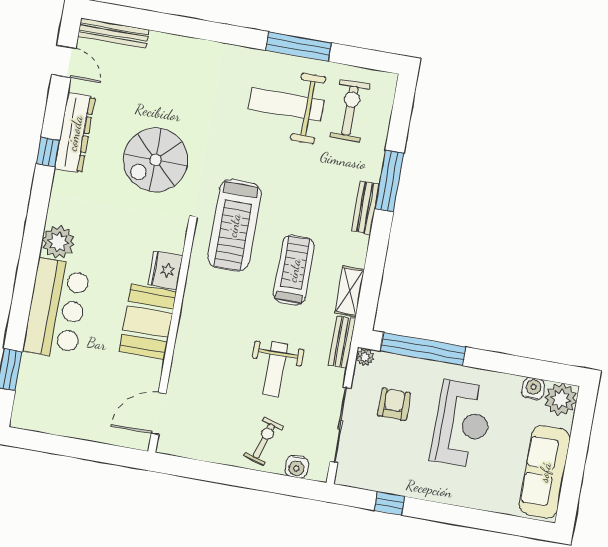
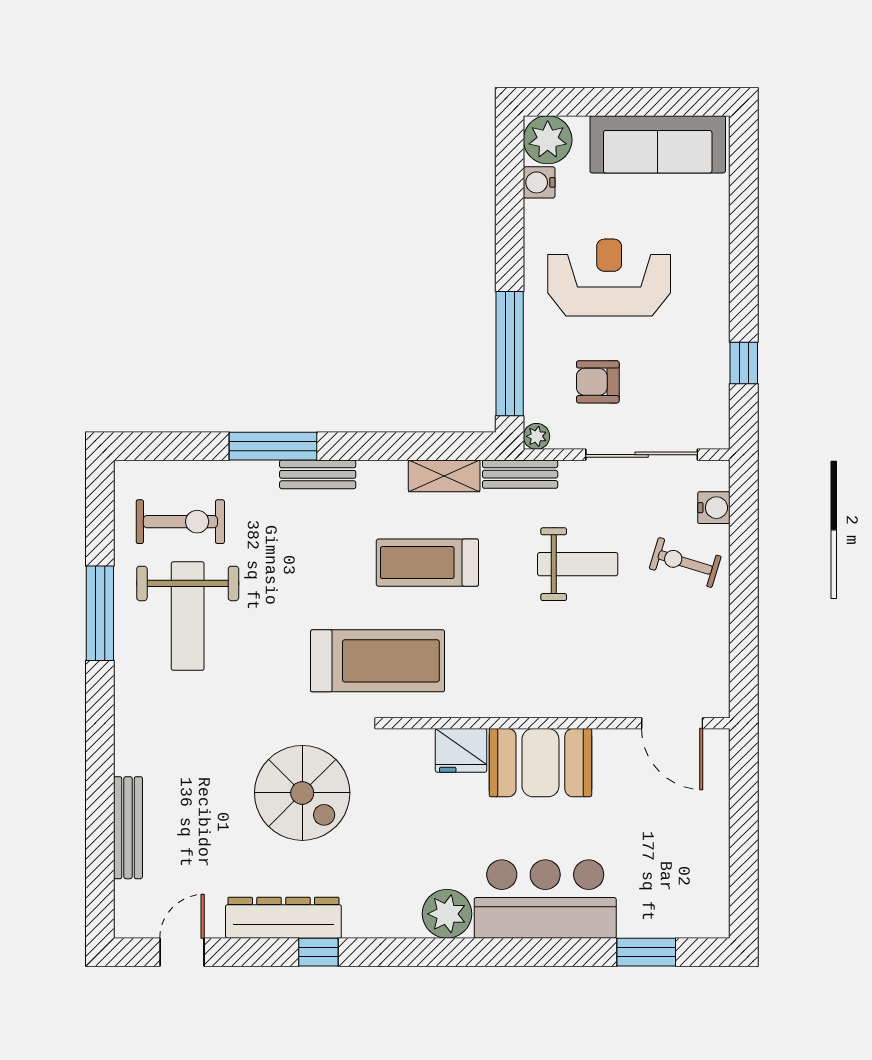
bench: (113, 33) -> (128, 828), moved
exercise bike: (350, 111) -> (180, 522), turned 180

